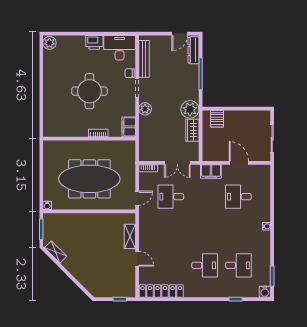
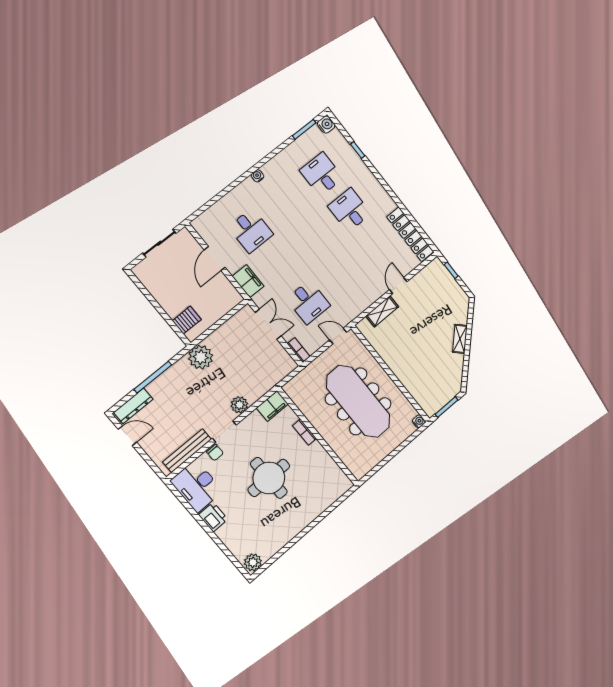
wardrobe: (192, 130) -> (221, 336), removed
shelving: (56, 252) -> (460, 339), moved

